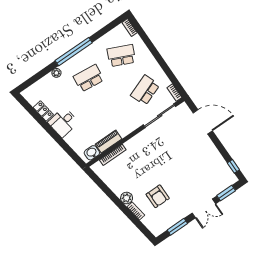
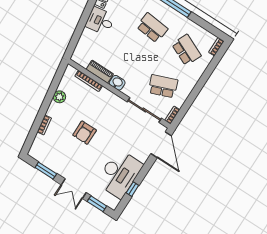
door: (203, 122) -> (161, 145), moved
washbasin: (92, 153) -> (117, 83), moved
desk: (207, 162) -> (119, 174), added
window: (233, 166) -> (132, 189), moved
armchair: (158, 196) -> (85, 133), moved
plant: (127, 198) -> (59, 97), moved

